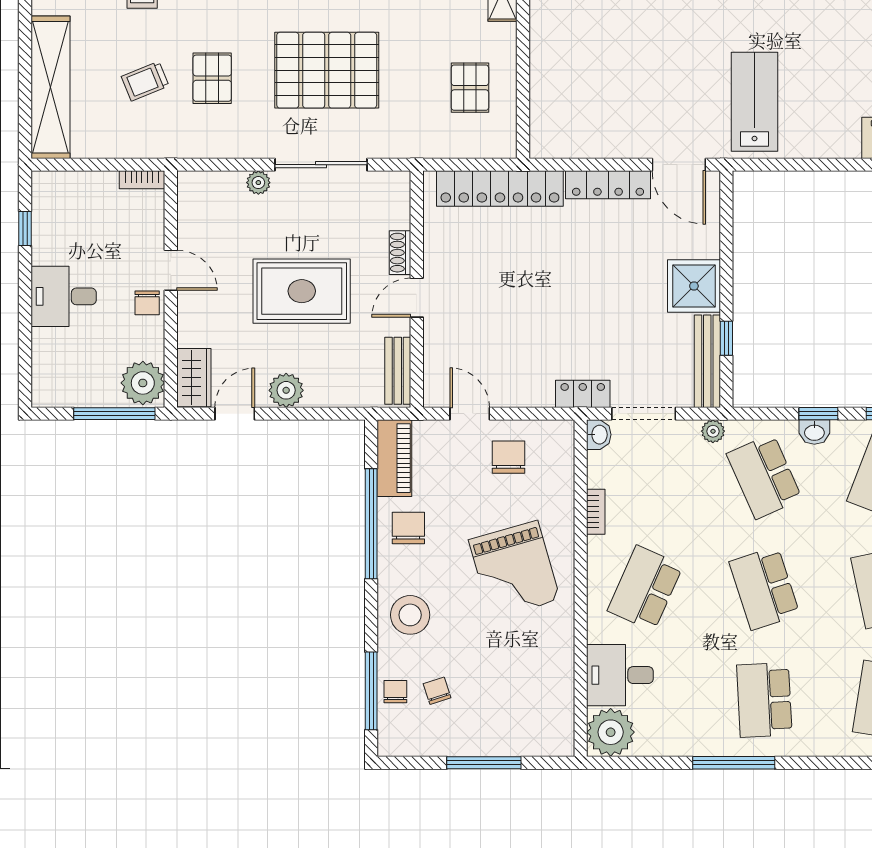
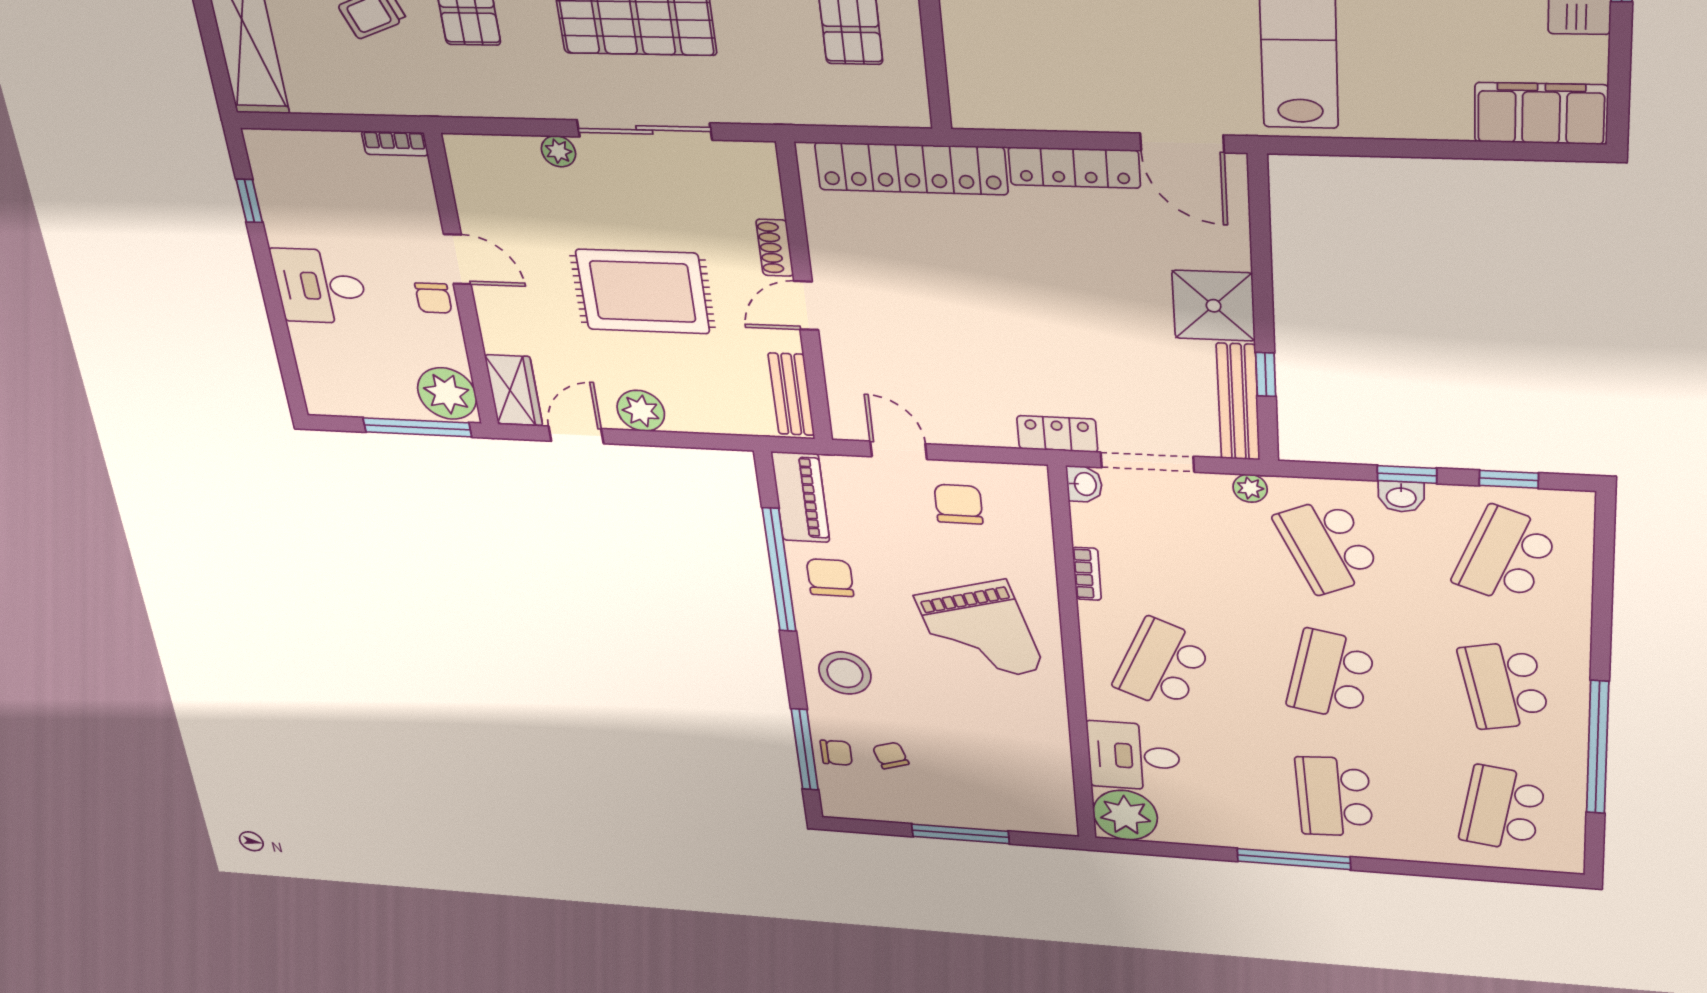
school desk: (764, 588) -> (1331, 675), turned 30
chair: (395, 692) -> (836, 753), turned 90

